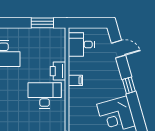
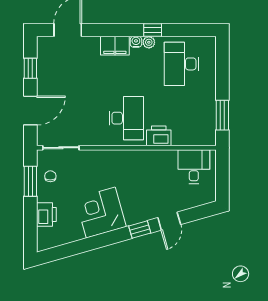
door: (118, 49) -> (169, 221), moved
filing cabinet: (75, 80) -> (146, 159), removed

